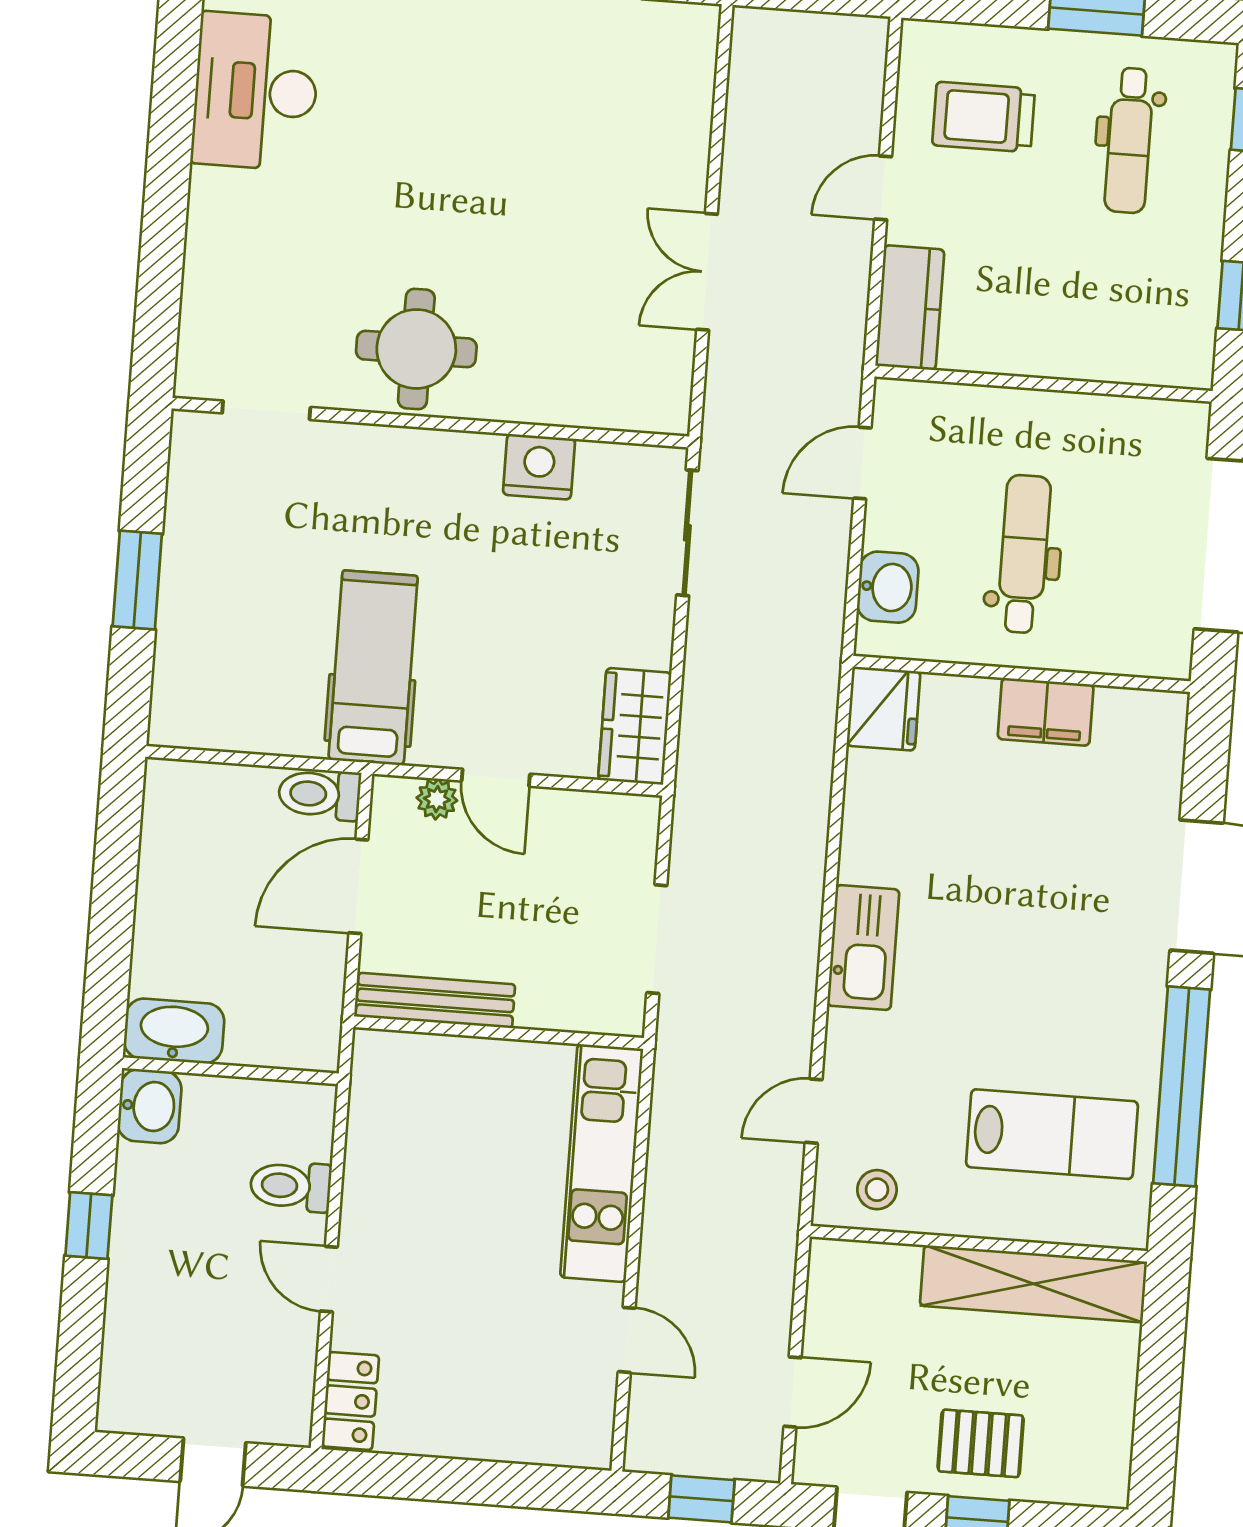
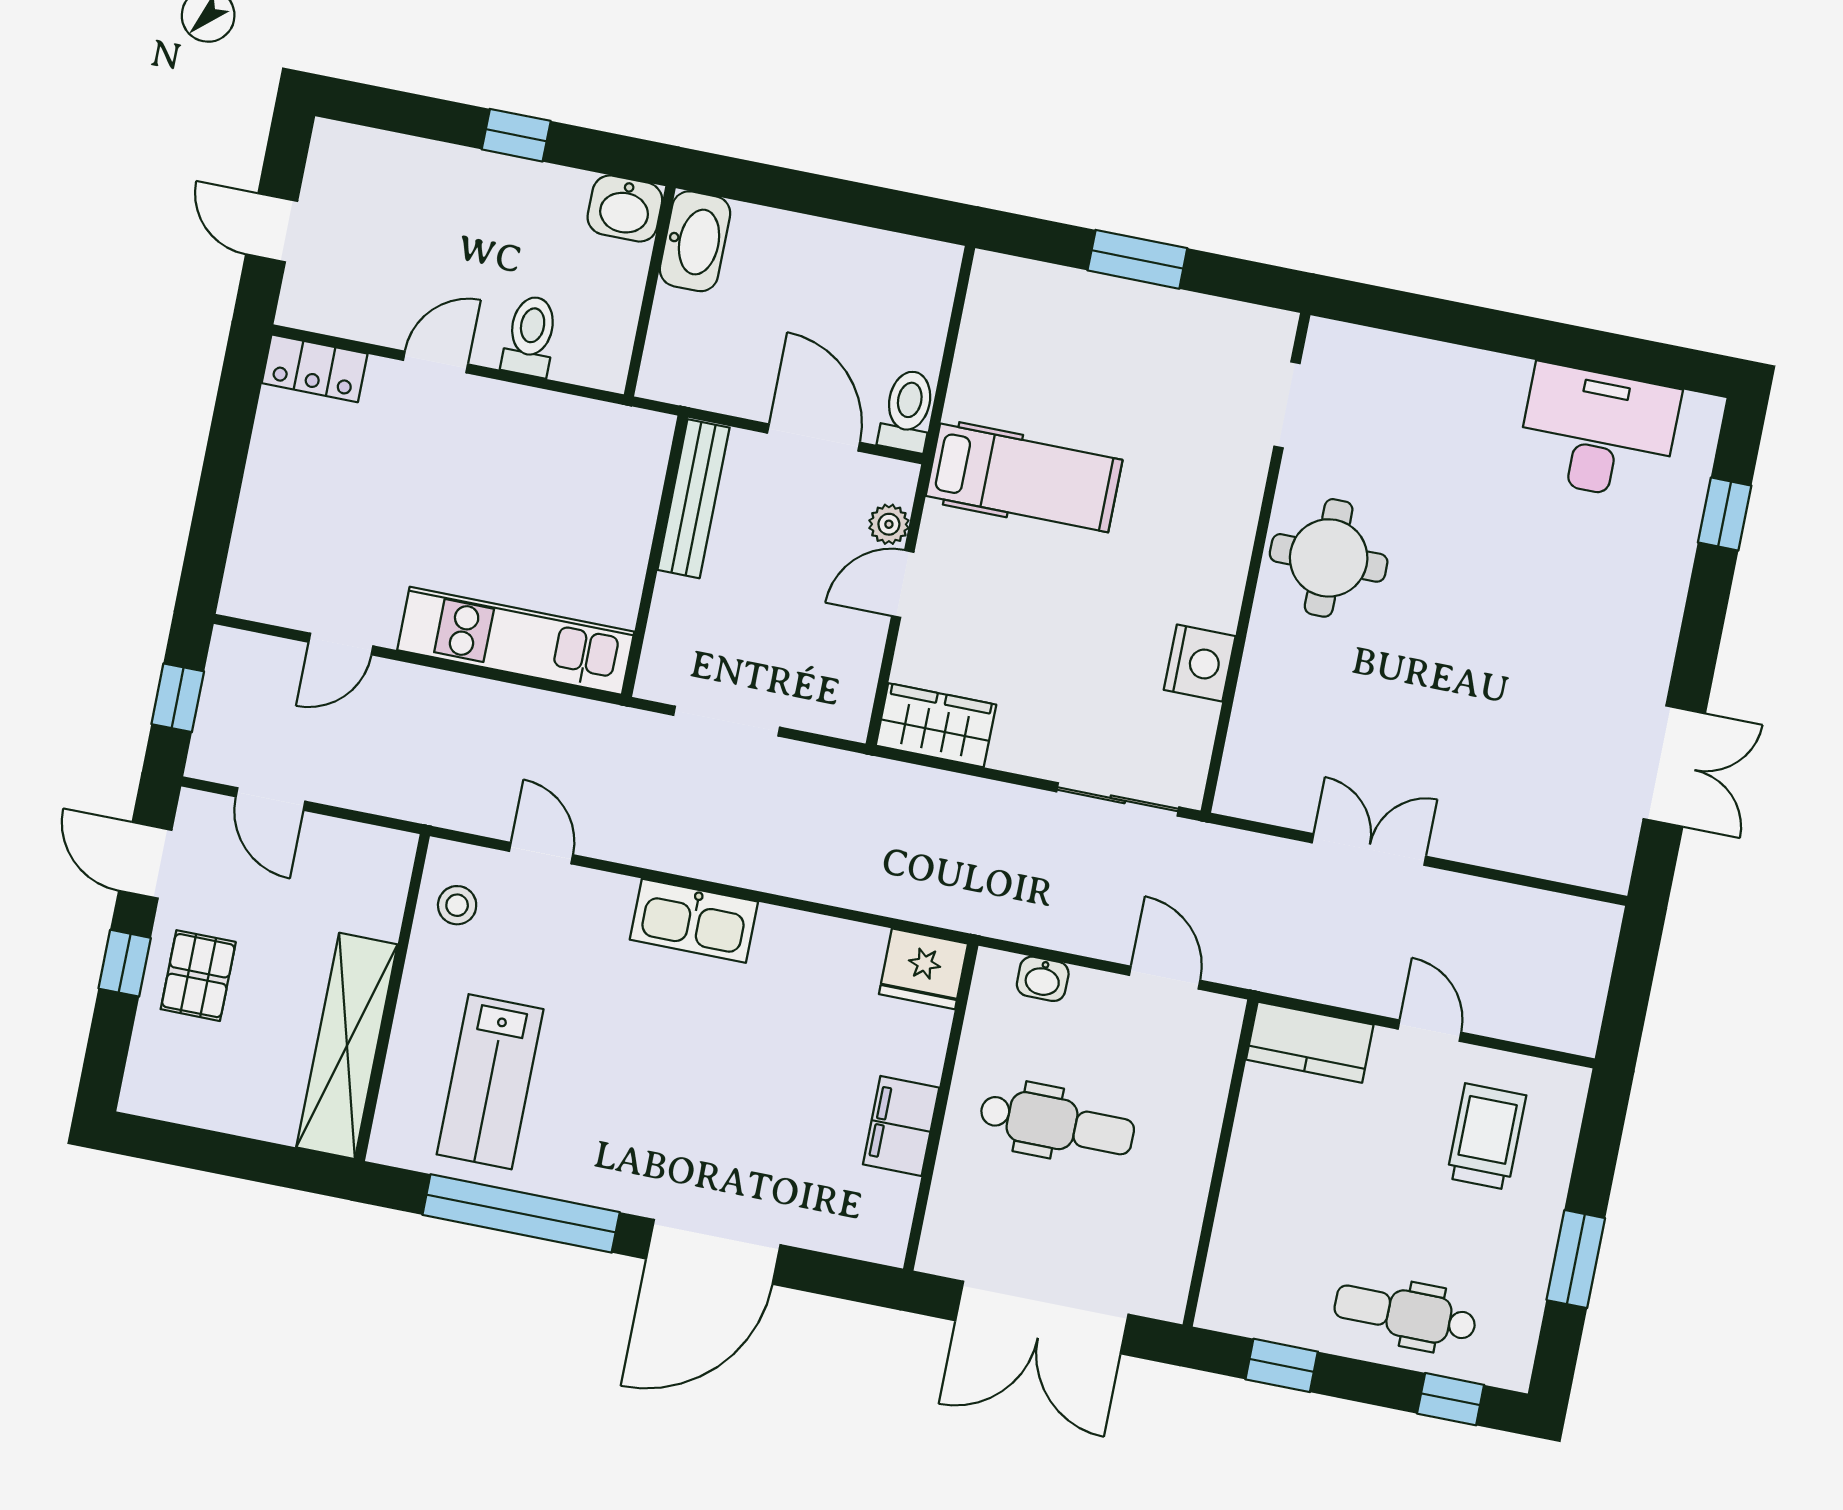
dental chair: (1129, 140) -> (1405, 1314), moved
washbasin: (888, 587) -> (1043, 979), width x0.72, depth x0.69

